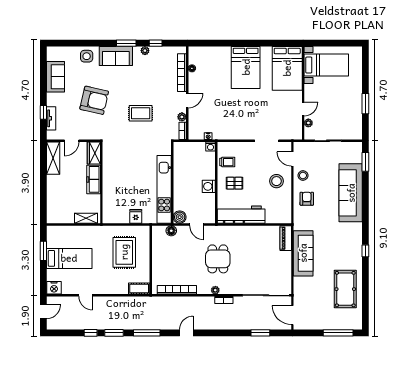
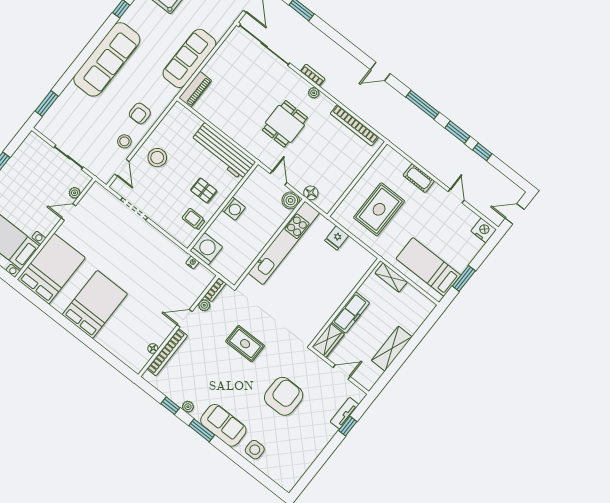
sofa: (56, 77) -> (305, 454), removed
armchair: (94, 100) -> (284, 396), turned 77
washing machine: (211, 146) -> (206, 249), width x1.89, depth x1.89
shelving: (53, 158) -> (392, 349), moved
sofa: (351, 193) -> (107, 59), moved
bed: (69, 258) -> (428, 267), moved
cot: (139, 288) -> (419, 178), moved

